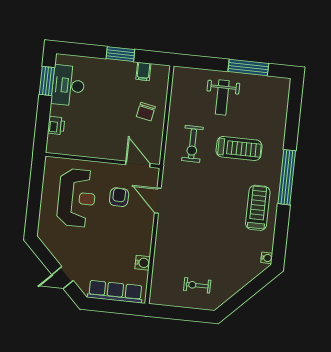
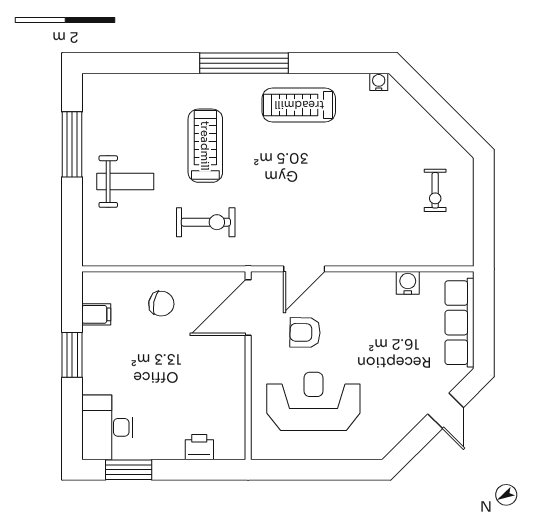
desk: (68, 85) -> (107, 427), moved, turned 90
door: (138, 164) -> (248, 308), width x1.36

